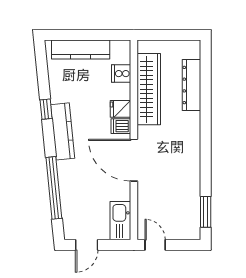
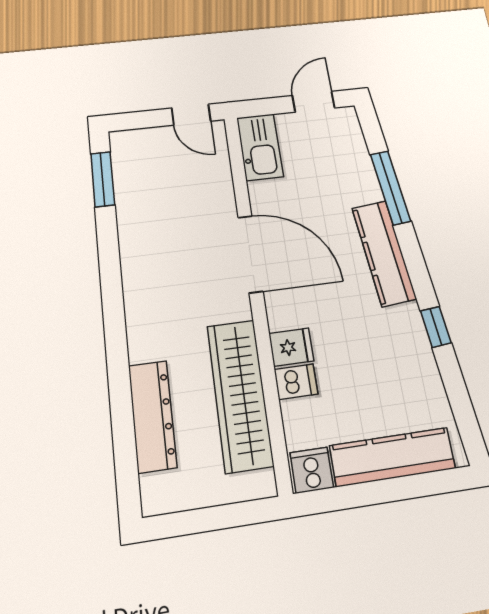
cooker: (121, 74) -> (312, 470), moved, turned -90
dishwasher: (121, 126) -> (296, 382), moved
kitchen counter: (63, 131) -> (384, 253), moved
window: (54, 188) -> (390, 188), width x0.68

